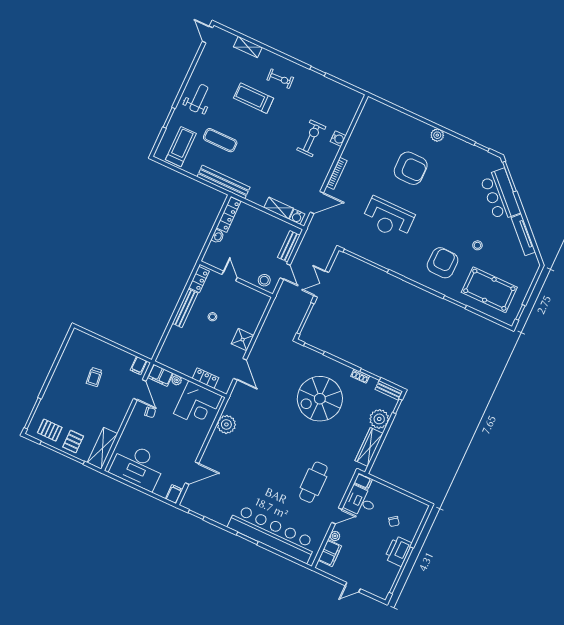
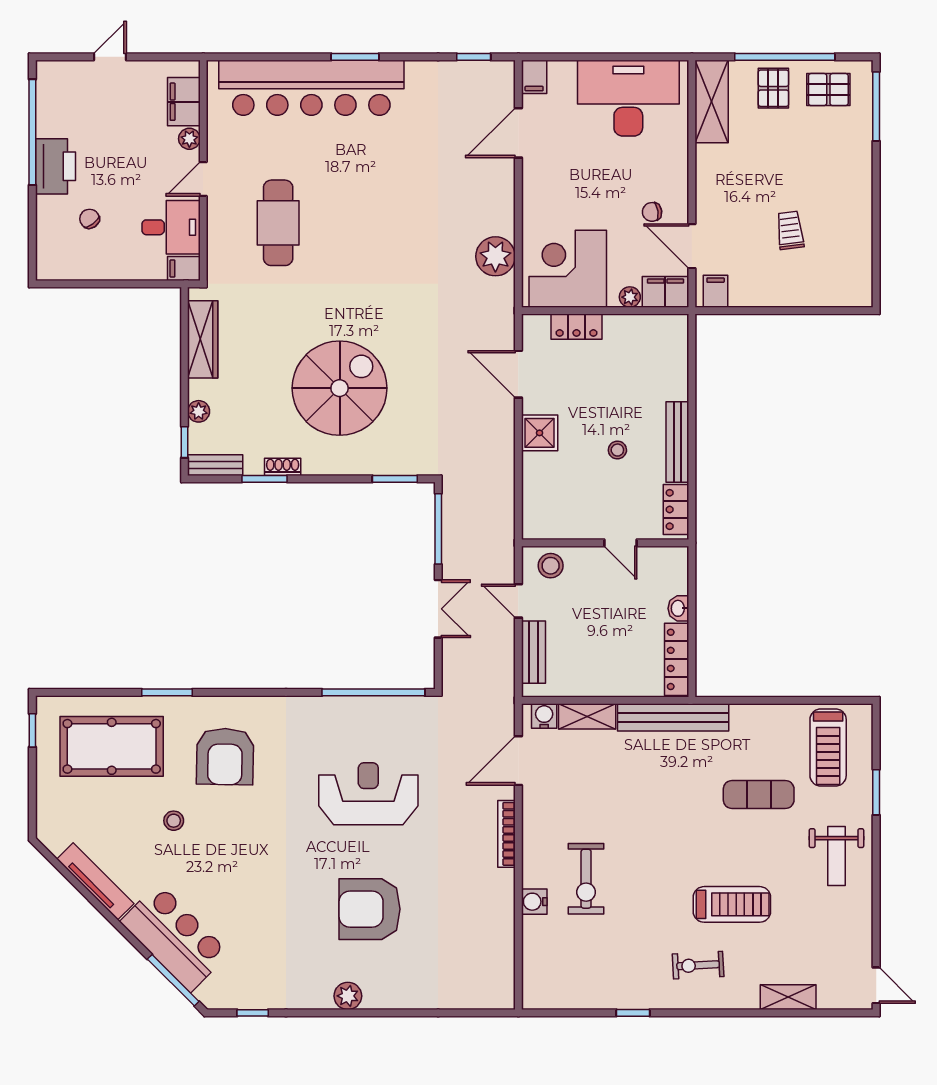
bench: (223, 182) -> (673, 717), moved
plant: (379, 419) -> (199, 411), width x0.53, depth x0.53

